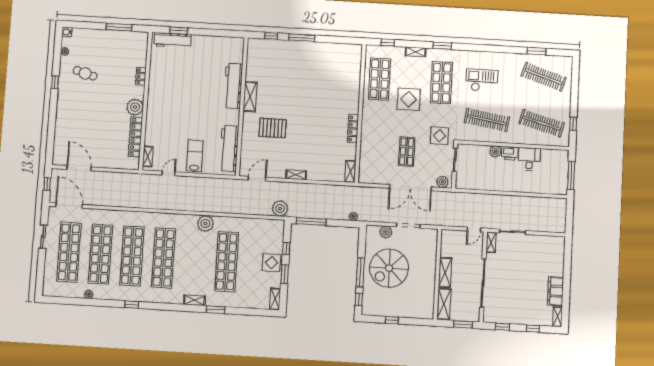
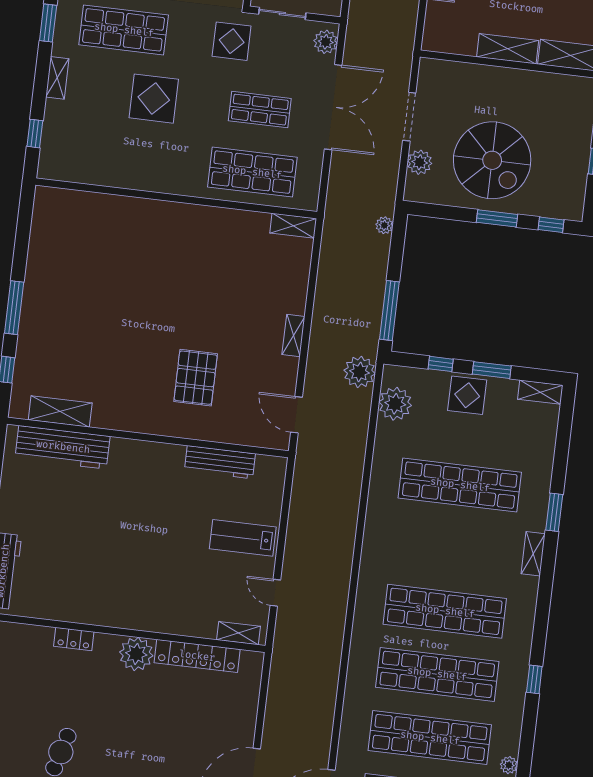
shop shelf: (379, 79) -> (252, 172), moved
workbench: (233, 86) -> (63, 447), moved
shelving: (250, 97) -> (60, 411), moved
locker: (353, 129) -> (207, 215), removed
workbench: (229, 148) -> (220, 462), width x0.73, depth x0.76
plant: (205, 224) -> (395, 404), moved
window: (360, 272) -> (497, 218), width x0.69

